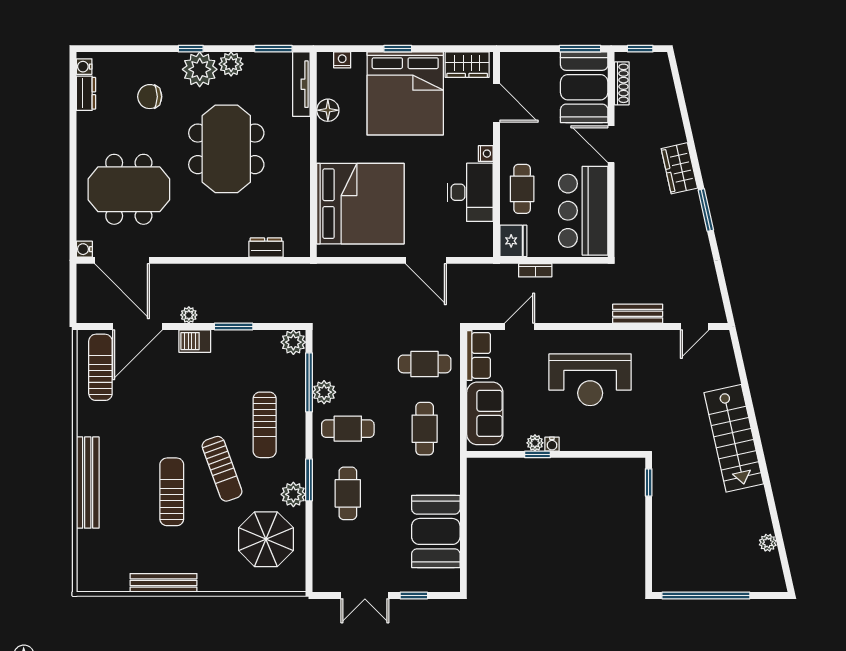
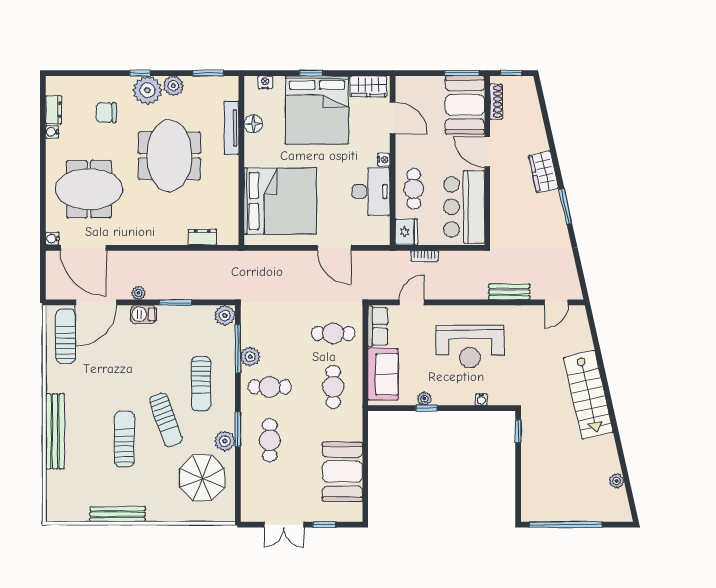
water cooler: (84, 67) -> (52, 132), moved
tv unit: (301, 84) -> (231, 128), moved
water cooler: (552, 444) -> (481, 400), moved

